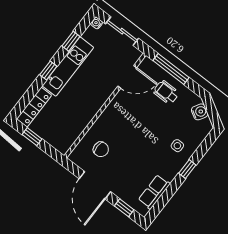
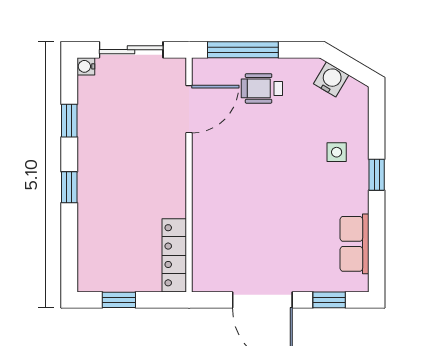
kitchen unit: (68, 67) -> (93, 160), removed
locker: (34, 107) -> (174, 255), moved, turned 180
chair: (101, 149) -> (231, 242), removed

